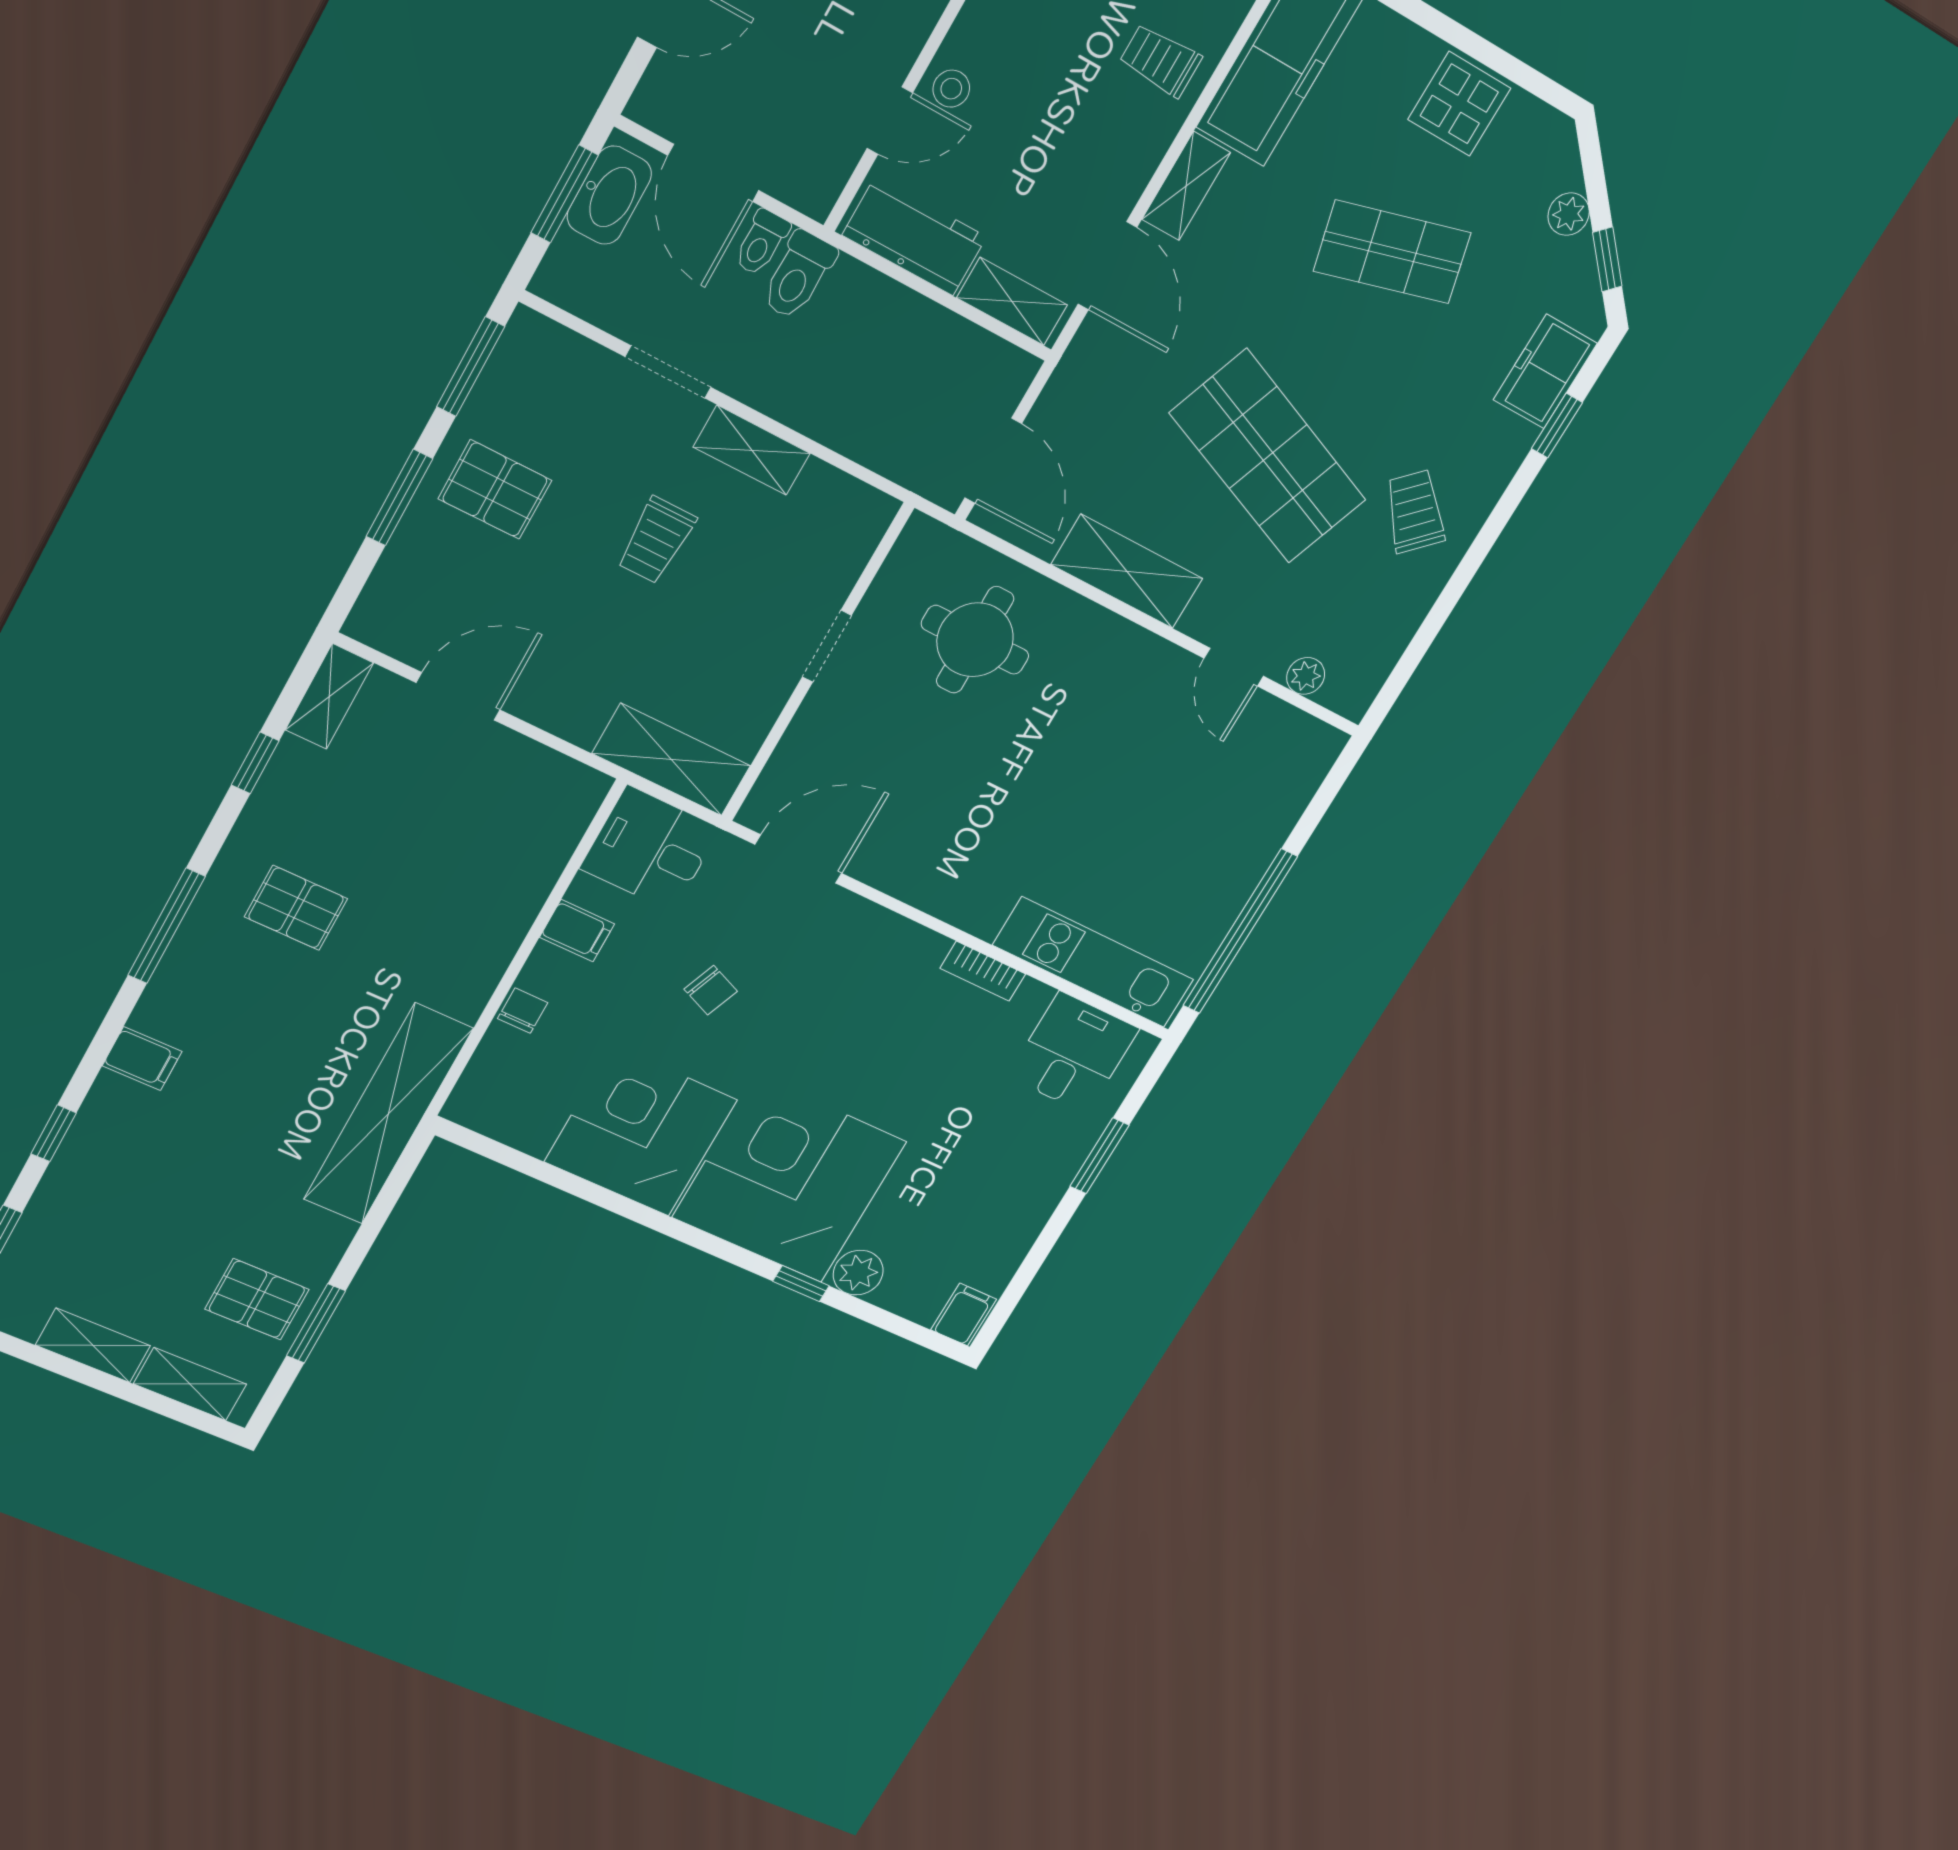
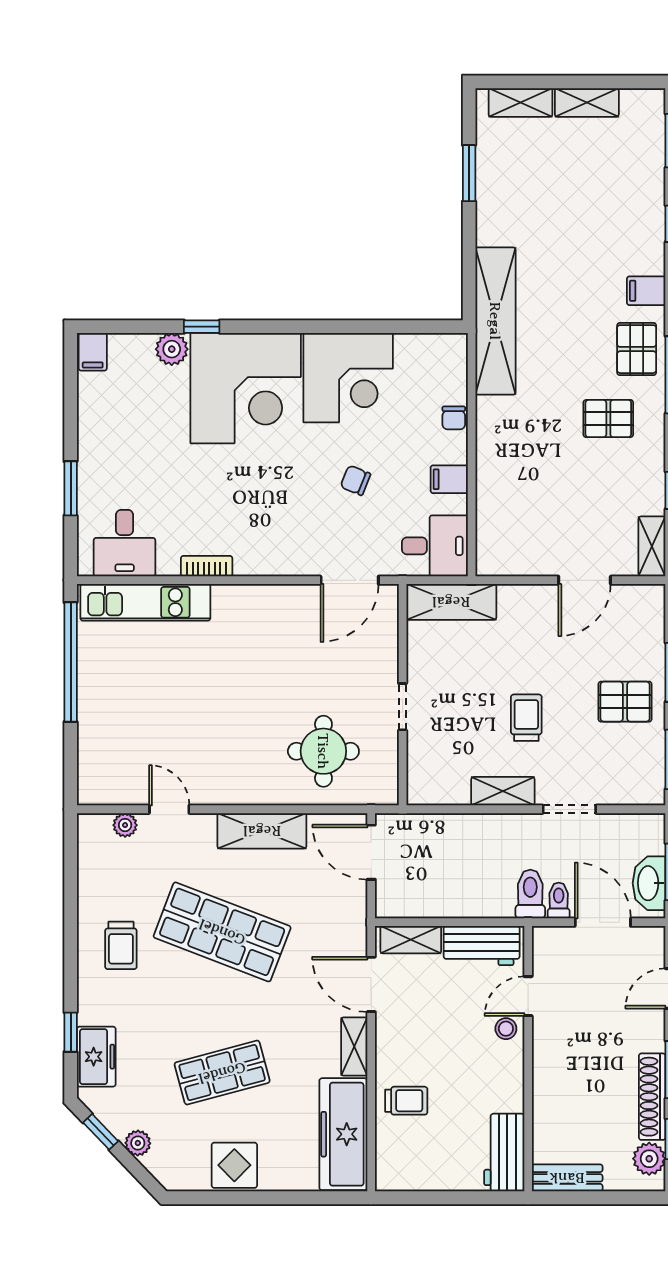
trolley: (1415, 511) -> (121, 945), turned 43
pallet: (257, 1299) -> (637, 349), moved, turned 90

